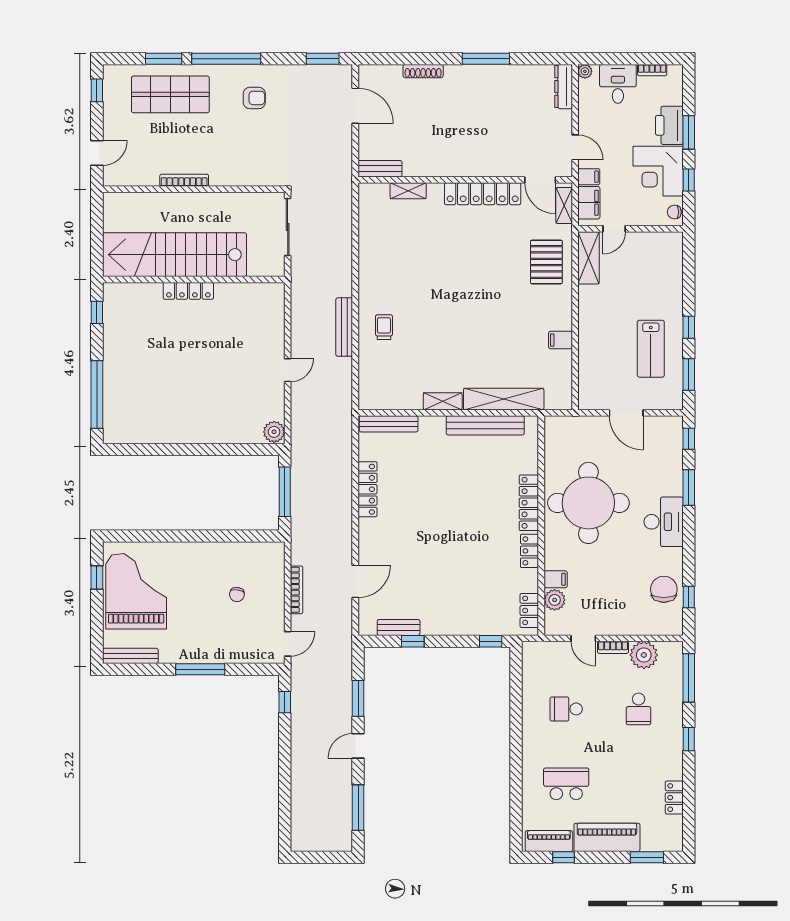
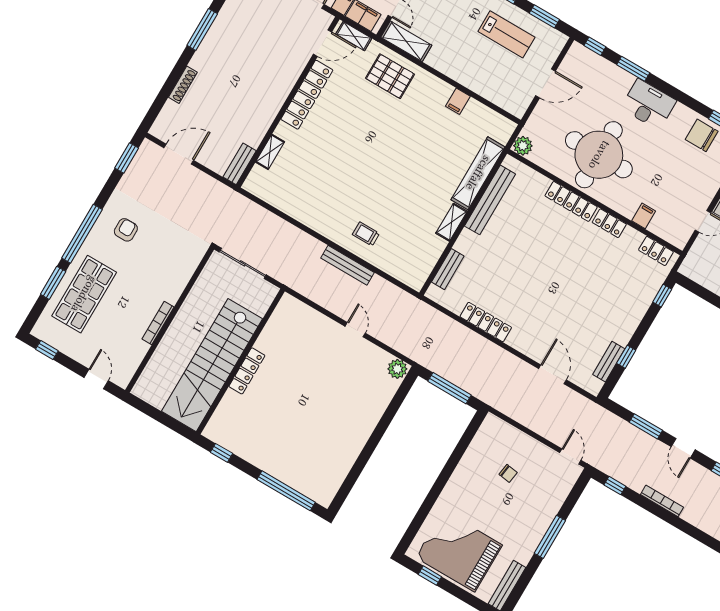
bench: (389, 424) -> (448, 269), width x0.73
bookcase: (297, 590) -> (662, 501), moved
plant: (555, 600) -> (523, 146), moved

